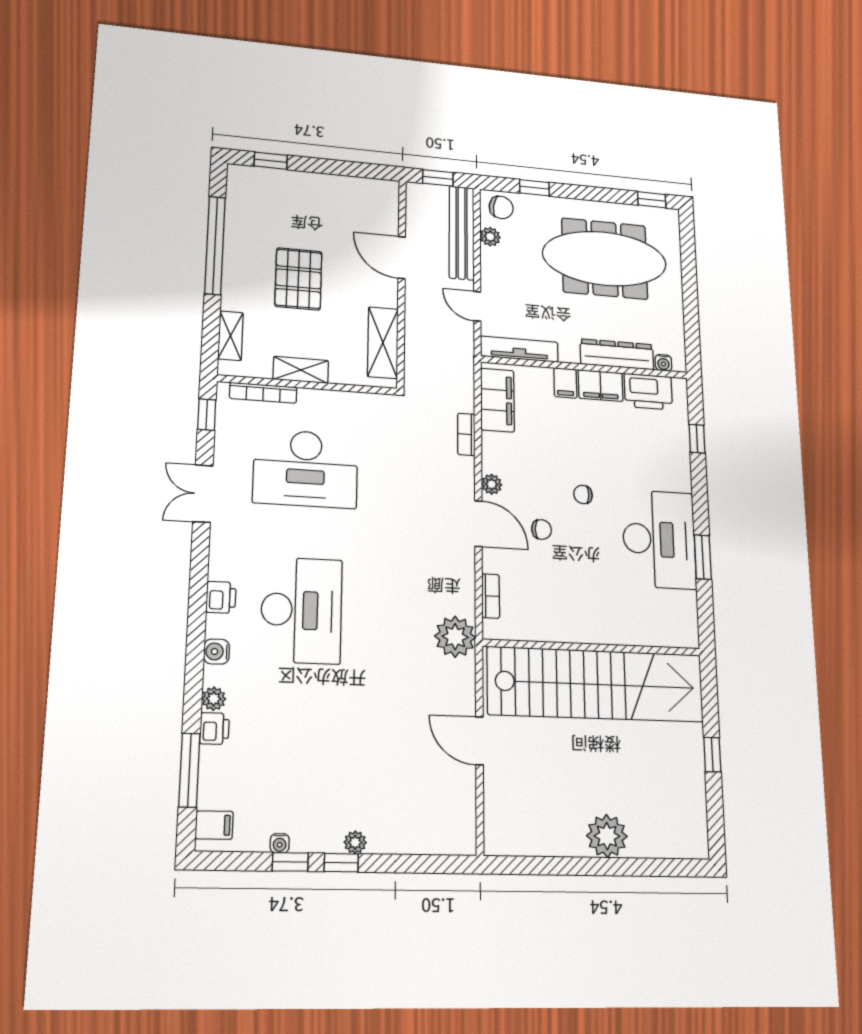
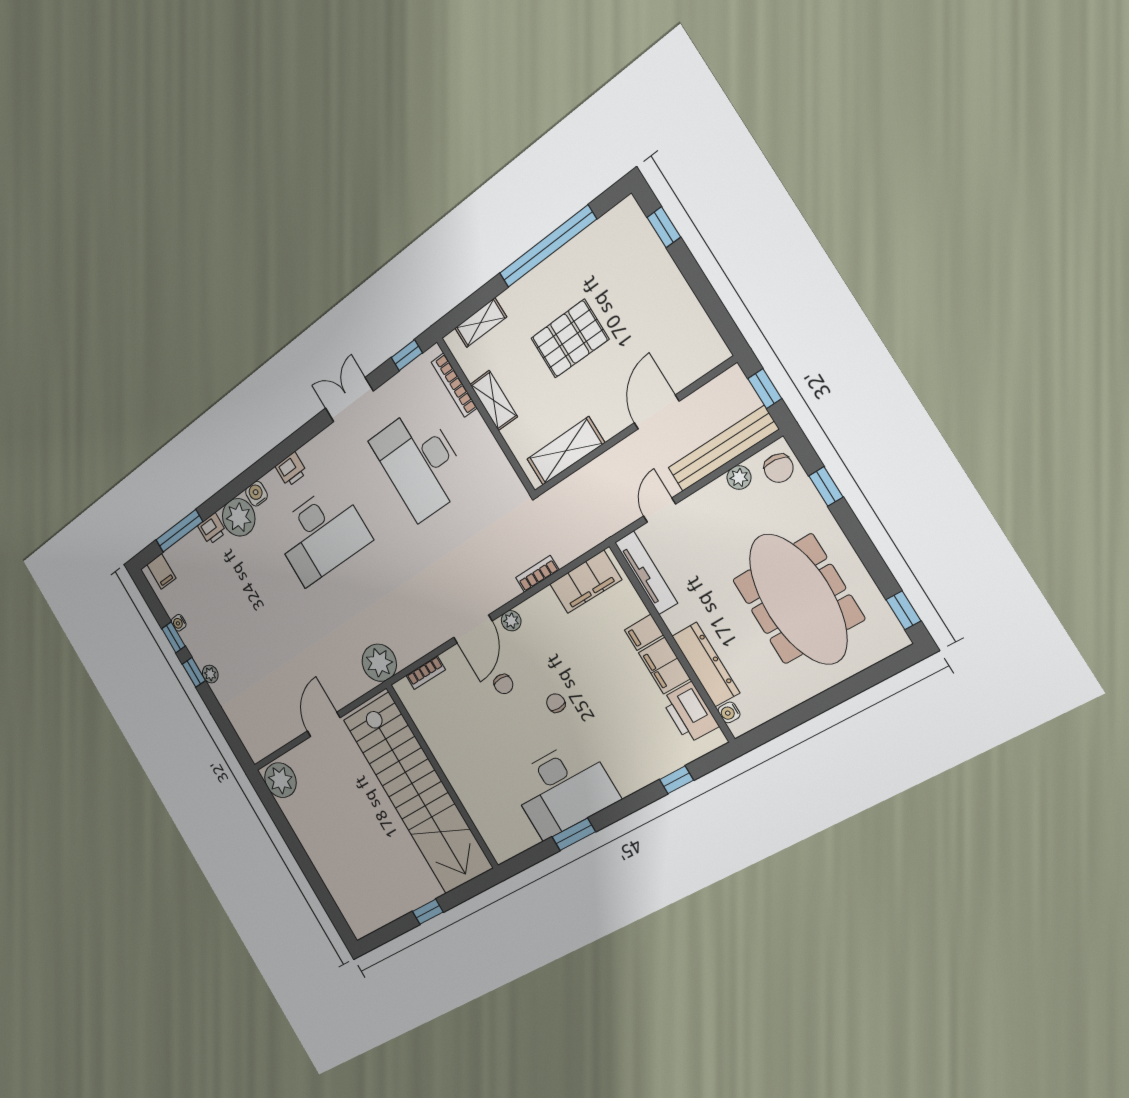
plant: (214, 699) -> (239, 517), width x1.87, depth x1.87
plant: (607, 836) -> (280, 780), moved

